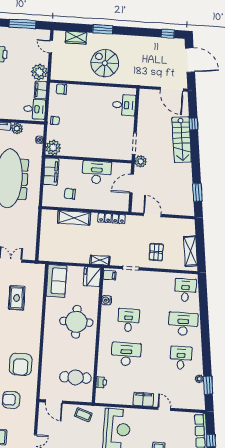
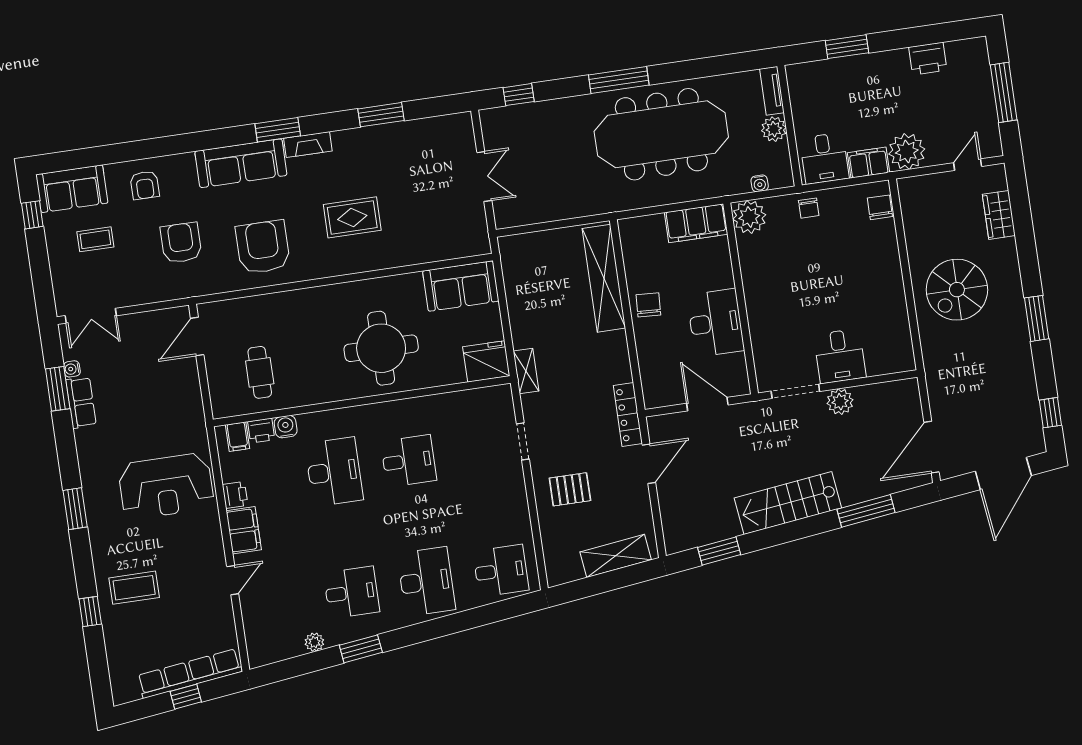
window: (103, 29) -> (1037, 318), moved
spiral stairs: (105, 63) -> (957, 290), turned 180
desk: (124, 105) -> (840, 356), moved
window: (194, 124) -> (866, 511), width x2.17
stairs: (182, 140) -> (788, 503), moved
plant: (141, 161) -> (840, 402), moved
chair: (70, 194) -> (648, 305), moved
shelving: (74, 218) -> (604, 278), width x1.47
locker: (112, 218) -> (628, 414), moved
shelving: (190, 251) -> (616, 556), moved
filing cabinet: (109, 275) -> (238, 437), moved
rug: (17, 298) -> (352, 217), moved
water cooler: (106, 300) -> (286, 427), moved
armchair: (21, 364) -> (263, 247), turned 90
cafe table: (75, 377) -> (260, 372), width x0.73, depth x0.74
window: (208, 385) -> (361, 649), moved
printer: (127, 400) -> (235, 495), added
coffee table: (83, 415) -> (182, 407), removed

